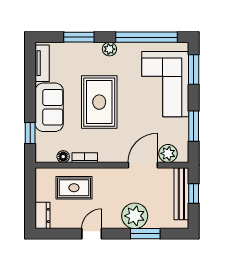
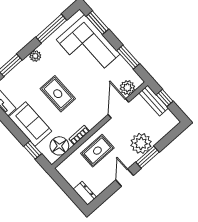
window: (147, 37) -> (51, 29), width x0.68
rug: (99, 102) -> (58, 94), width x0.73, depth x0.70
floor lamp: (63, 157) -> (59, 146), width x1.89, depth x1.89
rug: (74, 188) -> (97, 151), moved
bench: (181, 194) -> (154, 100), width x0.73
window: (145, 234) -> (147, 157), moved

